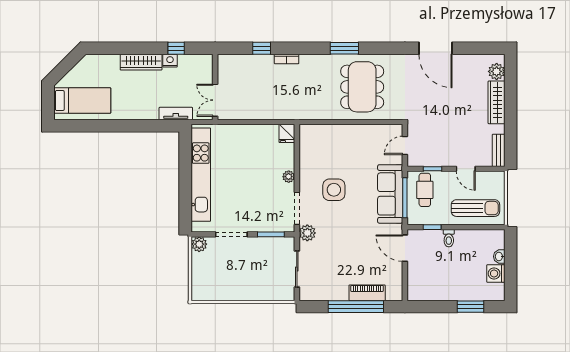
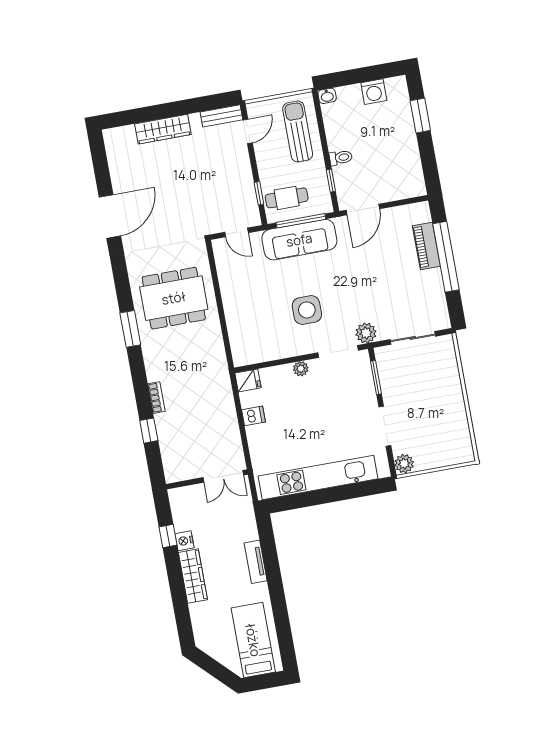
plant: (497, 71) -> (125, 136), removed
tv unit: (176, 114) -> (256, 562), moved
dishwasher: (258, 133) -> (253, 416), added
door: (466, 169) -> (248, 131), moved
washbasin: (499, 256) -> (327, 96), moved

